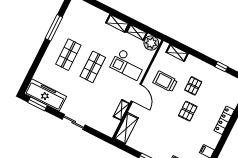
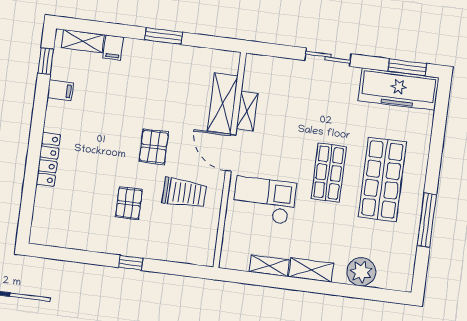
plant: (151, 43) -> (361, 272), moved
shelving: (177, 53) -> (181, 254), removed
shop shelf: (68, 55) -> (382, 180), width x1.43, depth x1.36
window: (221, 67) -> (131, 263), moved
pallet: (188, 111) -> (154, 147), moved
shelving: (126, 128) -> (223, 103), moved

